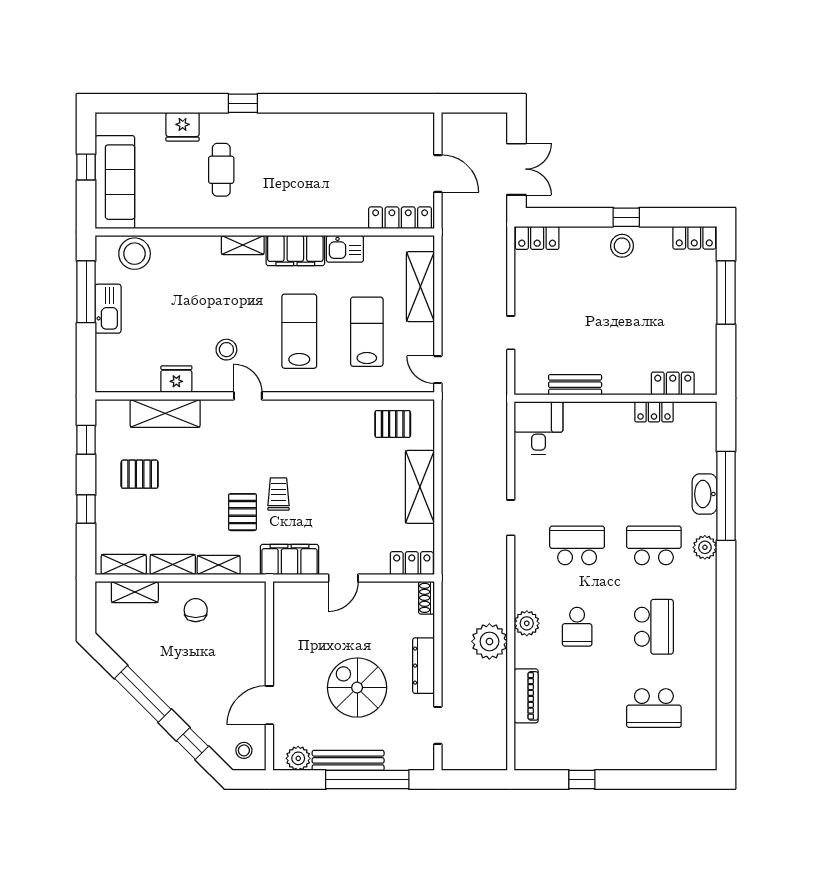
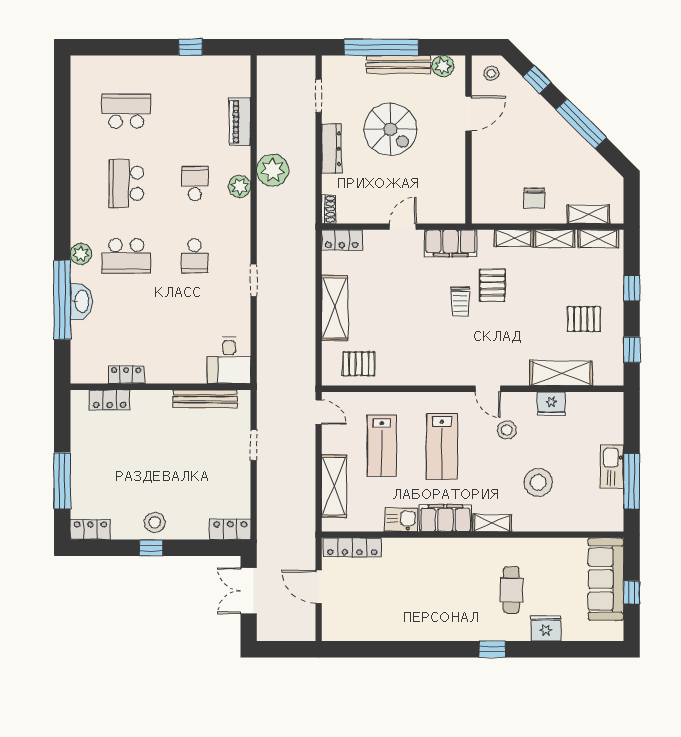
stool: (135, 254) -> (538, 482), moved
bench: (575, 385) -> (205, 399), width x1.36
school desk: (577, 545) -> (195, 256), width x0.54

